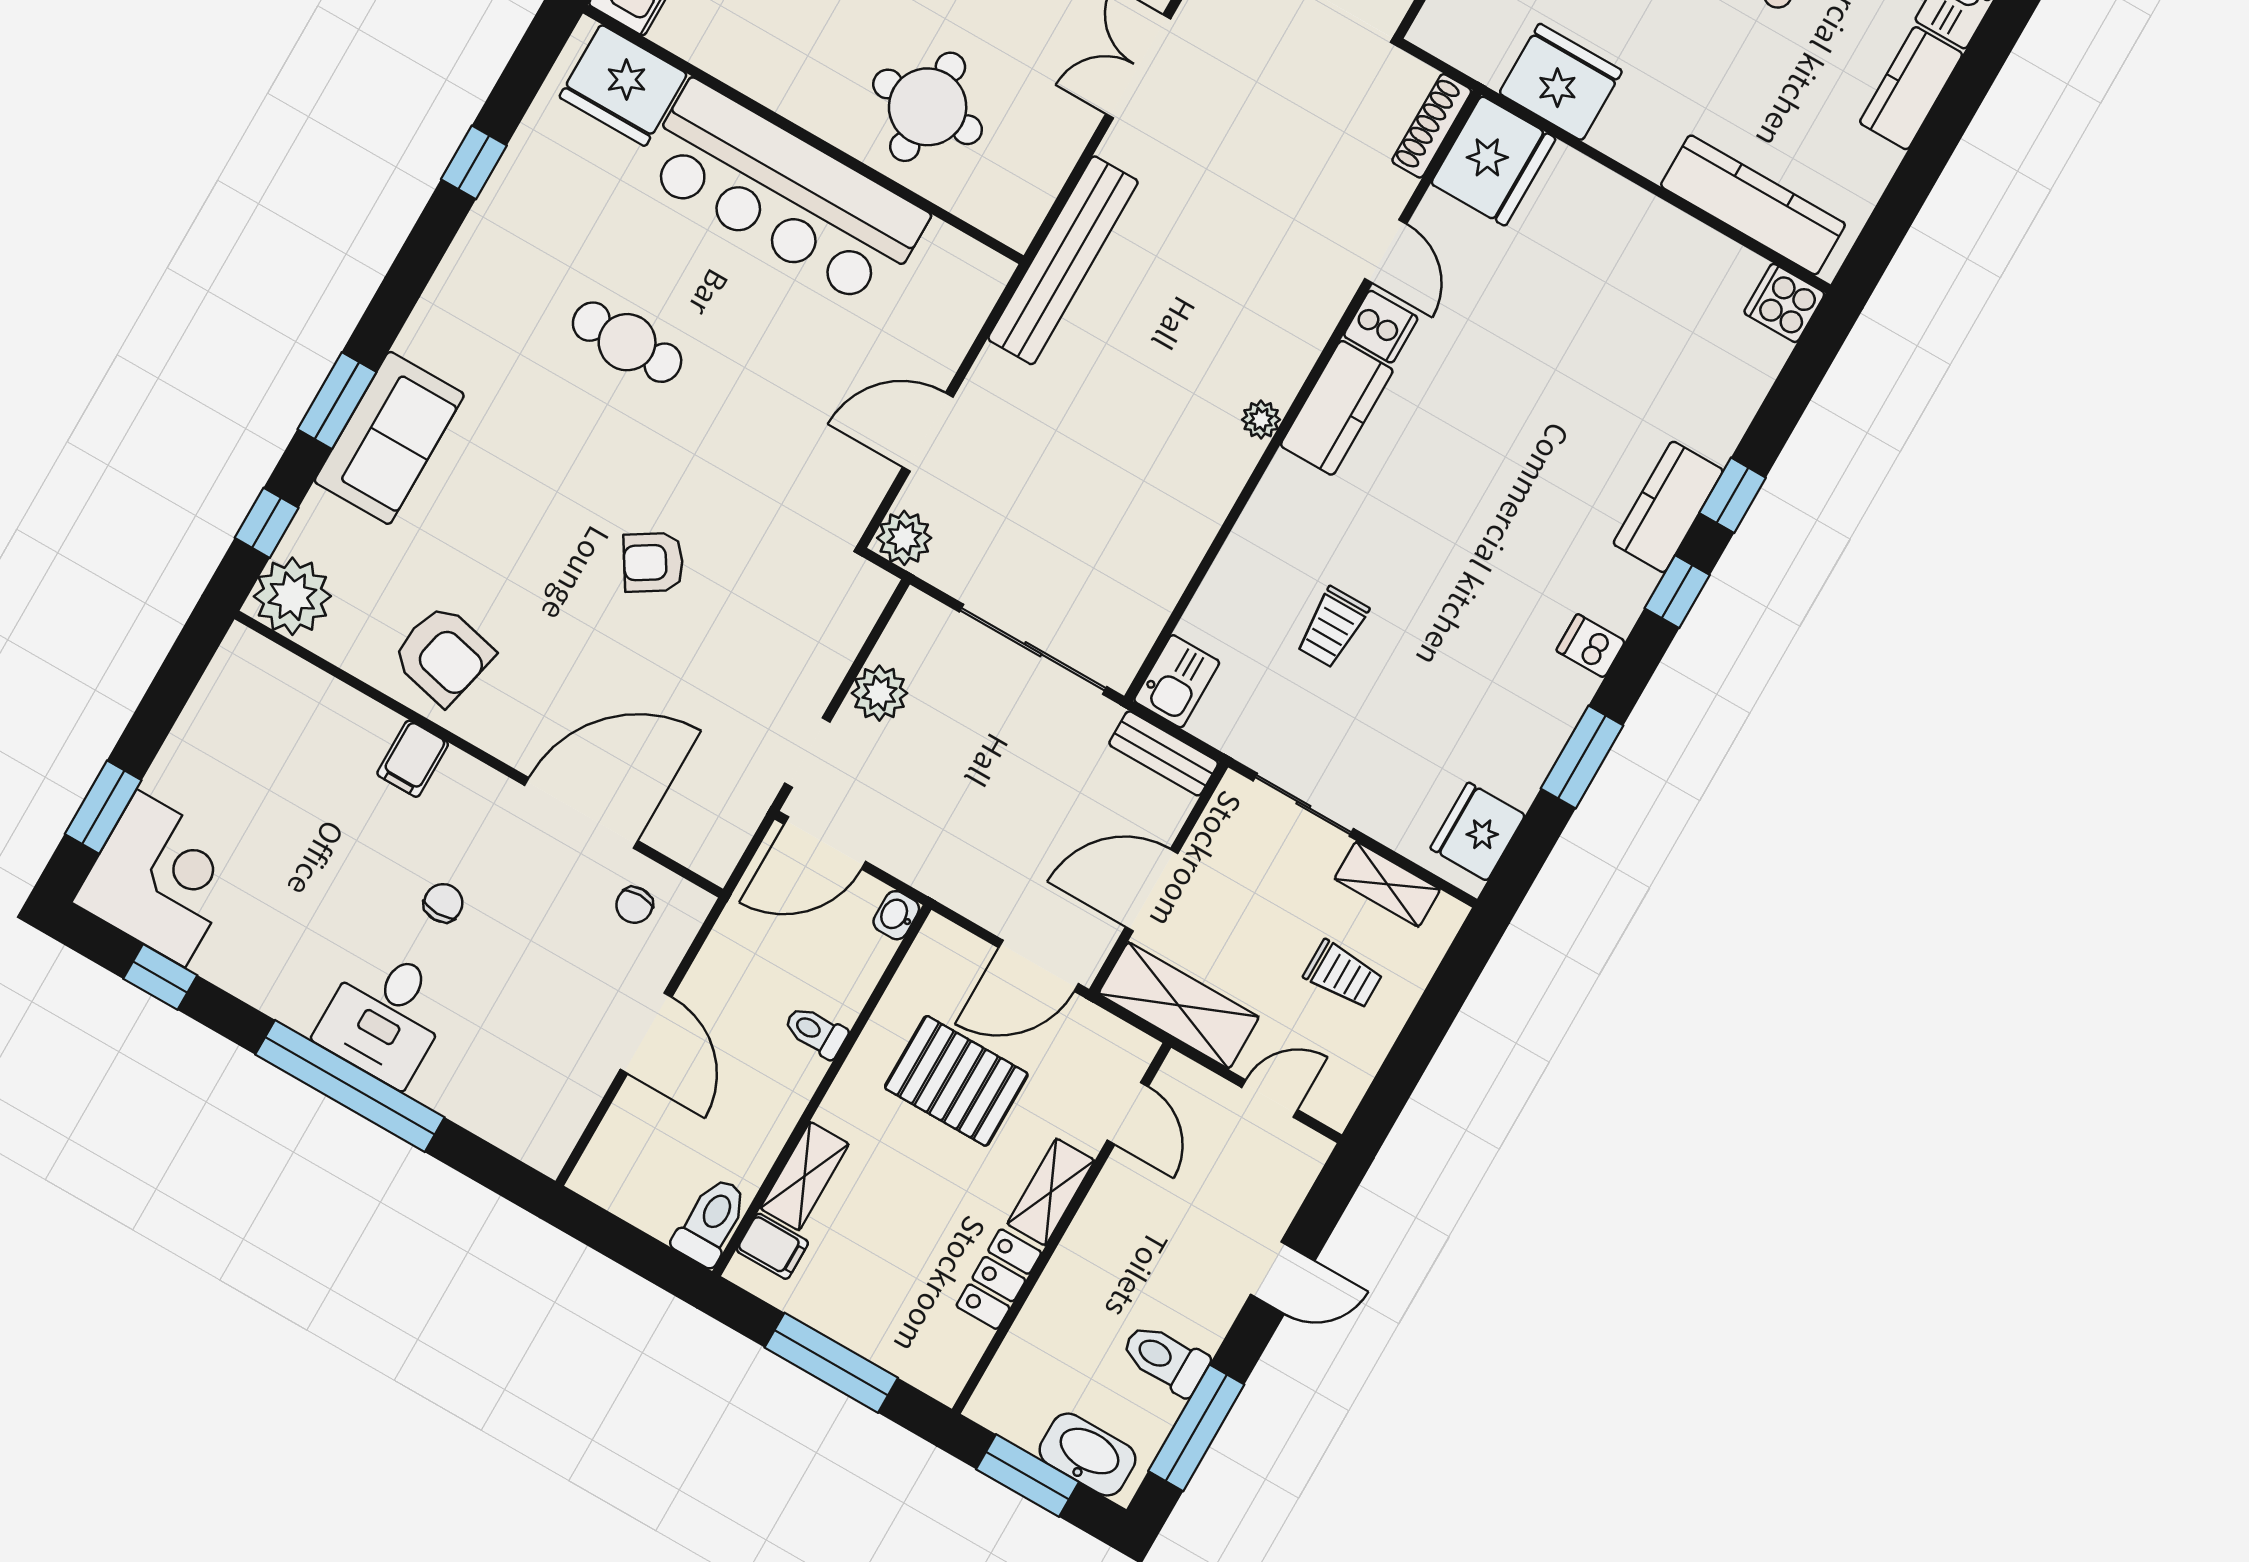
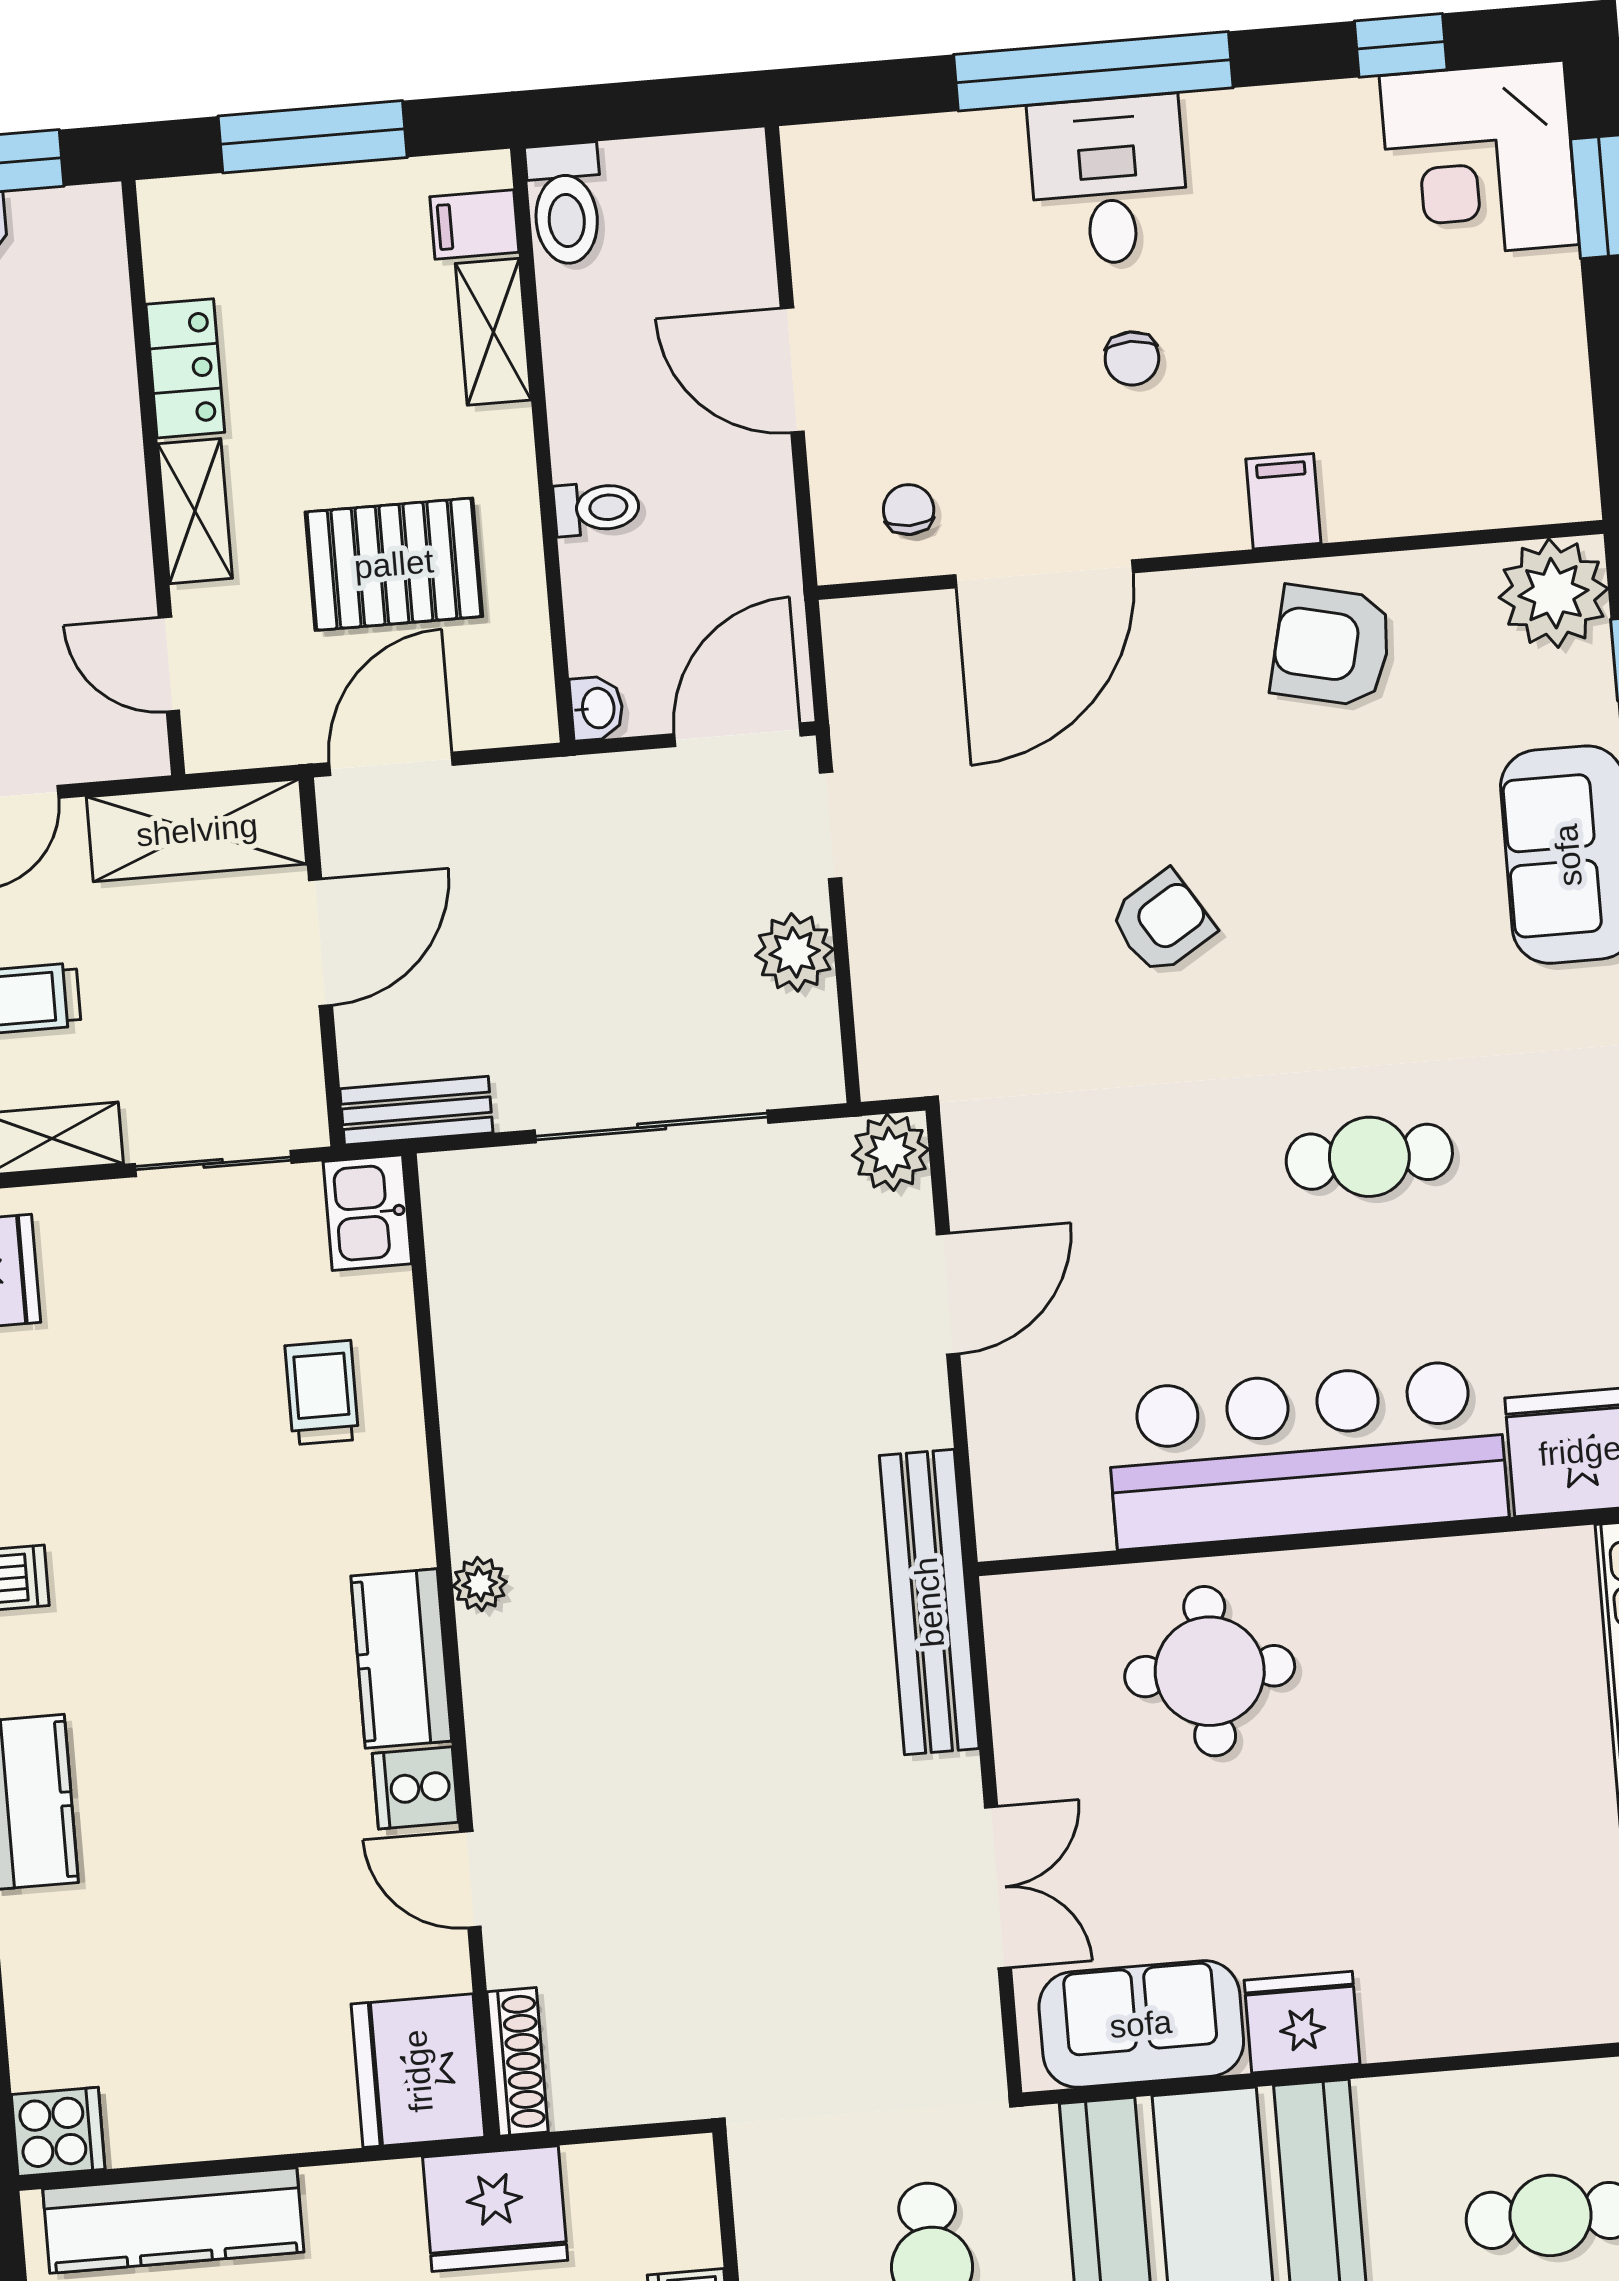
shoe rack: (1432, 126) -> (518, 2062), moved
fridge: (1493, 161) -> (418, 2071), moved
door: (1386, 251) -> (470, 1879), moved
cooker: (1381, 327) -> (415, 1788), moved
wall: (1303, 395) -> (451, 1645), moved
kitchen counter: (1337, 408) -> (401, 1658), moved
plant: (1261, 420) -> (480, 1584), moved
kitchen sink: (1177, 681) -> (367, 1213), moved

